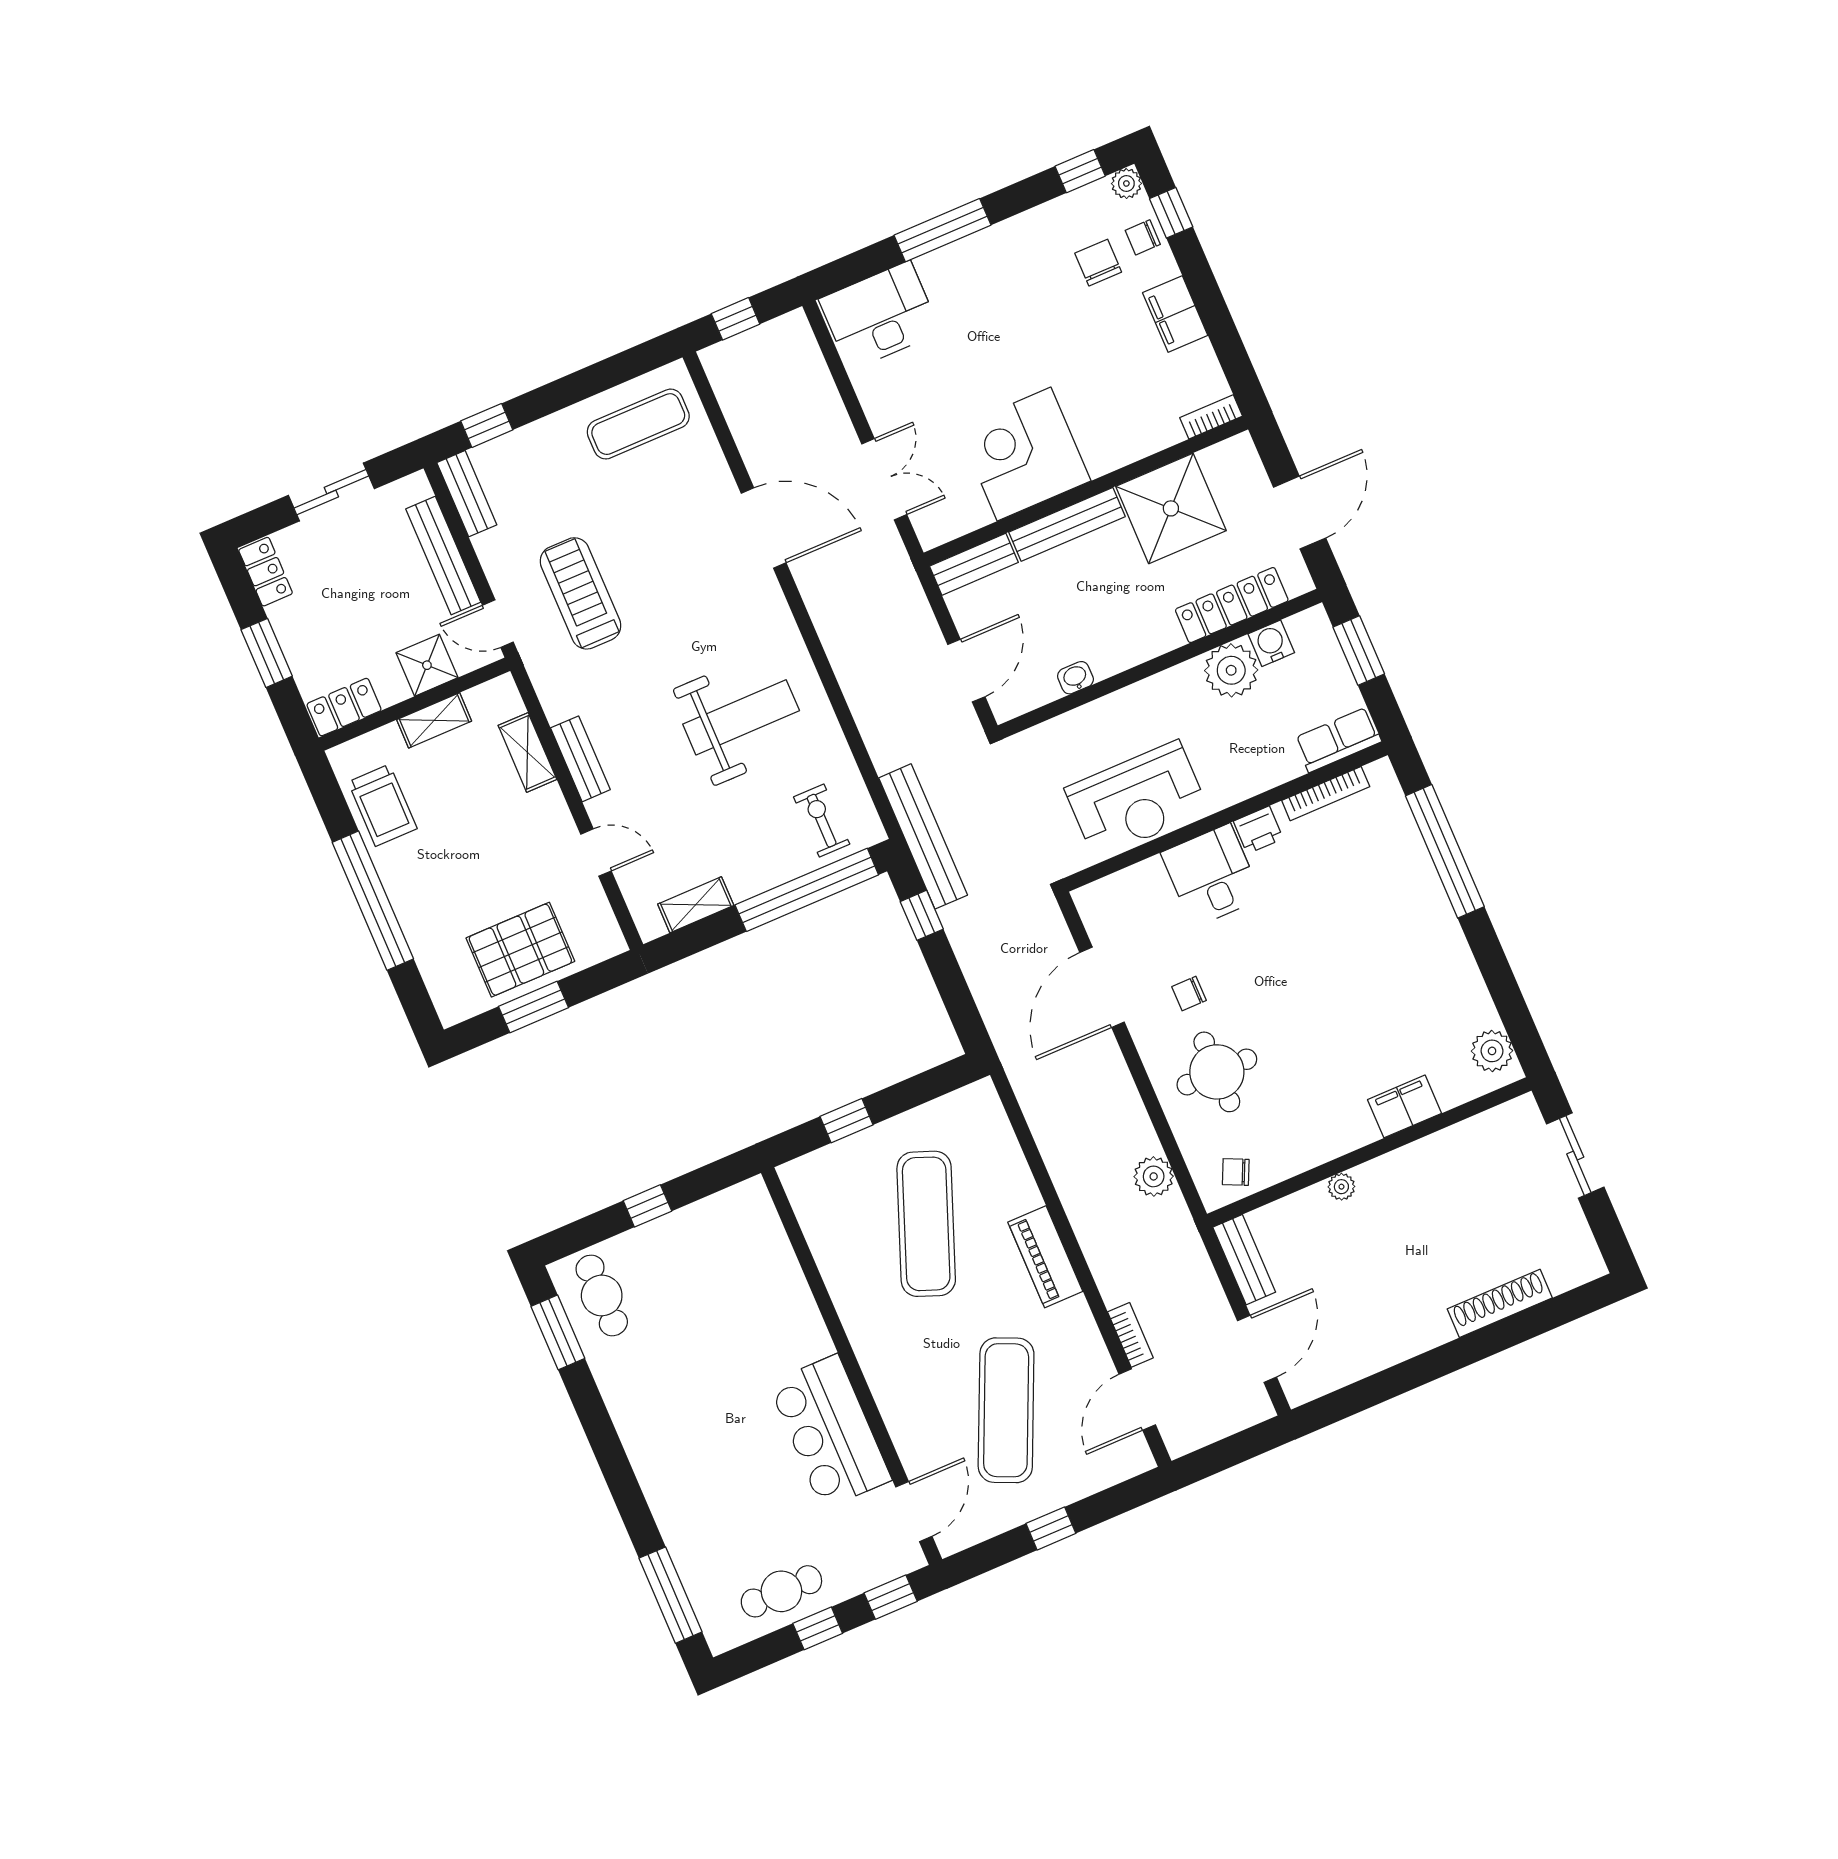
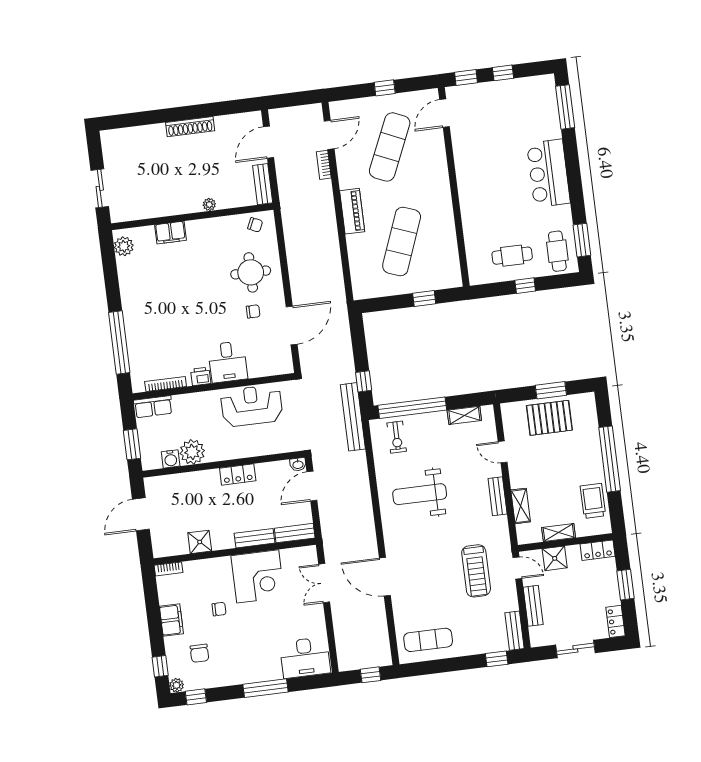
chair: (1143, 237) -> (219, 609), moved
shower: (1171, 508) -> (200, 542), width x0.54, depth x0.54
bench: (1067, 524) -> (255, 538), width x0.73
bench: (443, 555) -> (533, 606), width x0.73
locker: (1232, 605) -> (238, 474), moved, width x0.66
washbasin: (1075, 678) -> (298, 464), moved
plant: (1154, 1176) -> (293, 233), removed
shoe rack: (1500, 1303) -> (190, 127), moved
bar counter: (830, 1432) -> (548, 173), moved, turned 180
cafe table: (781, 1591) -> (512, 256), moved

